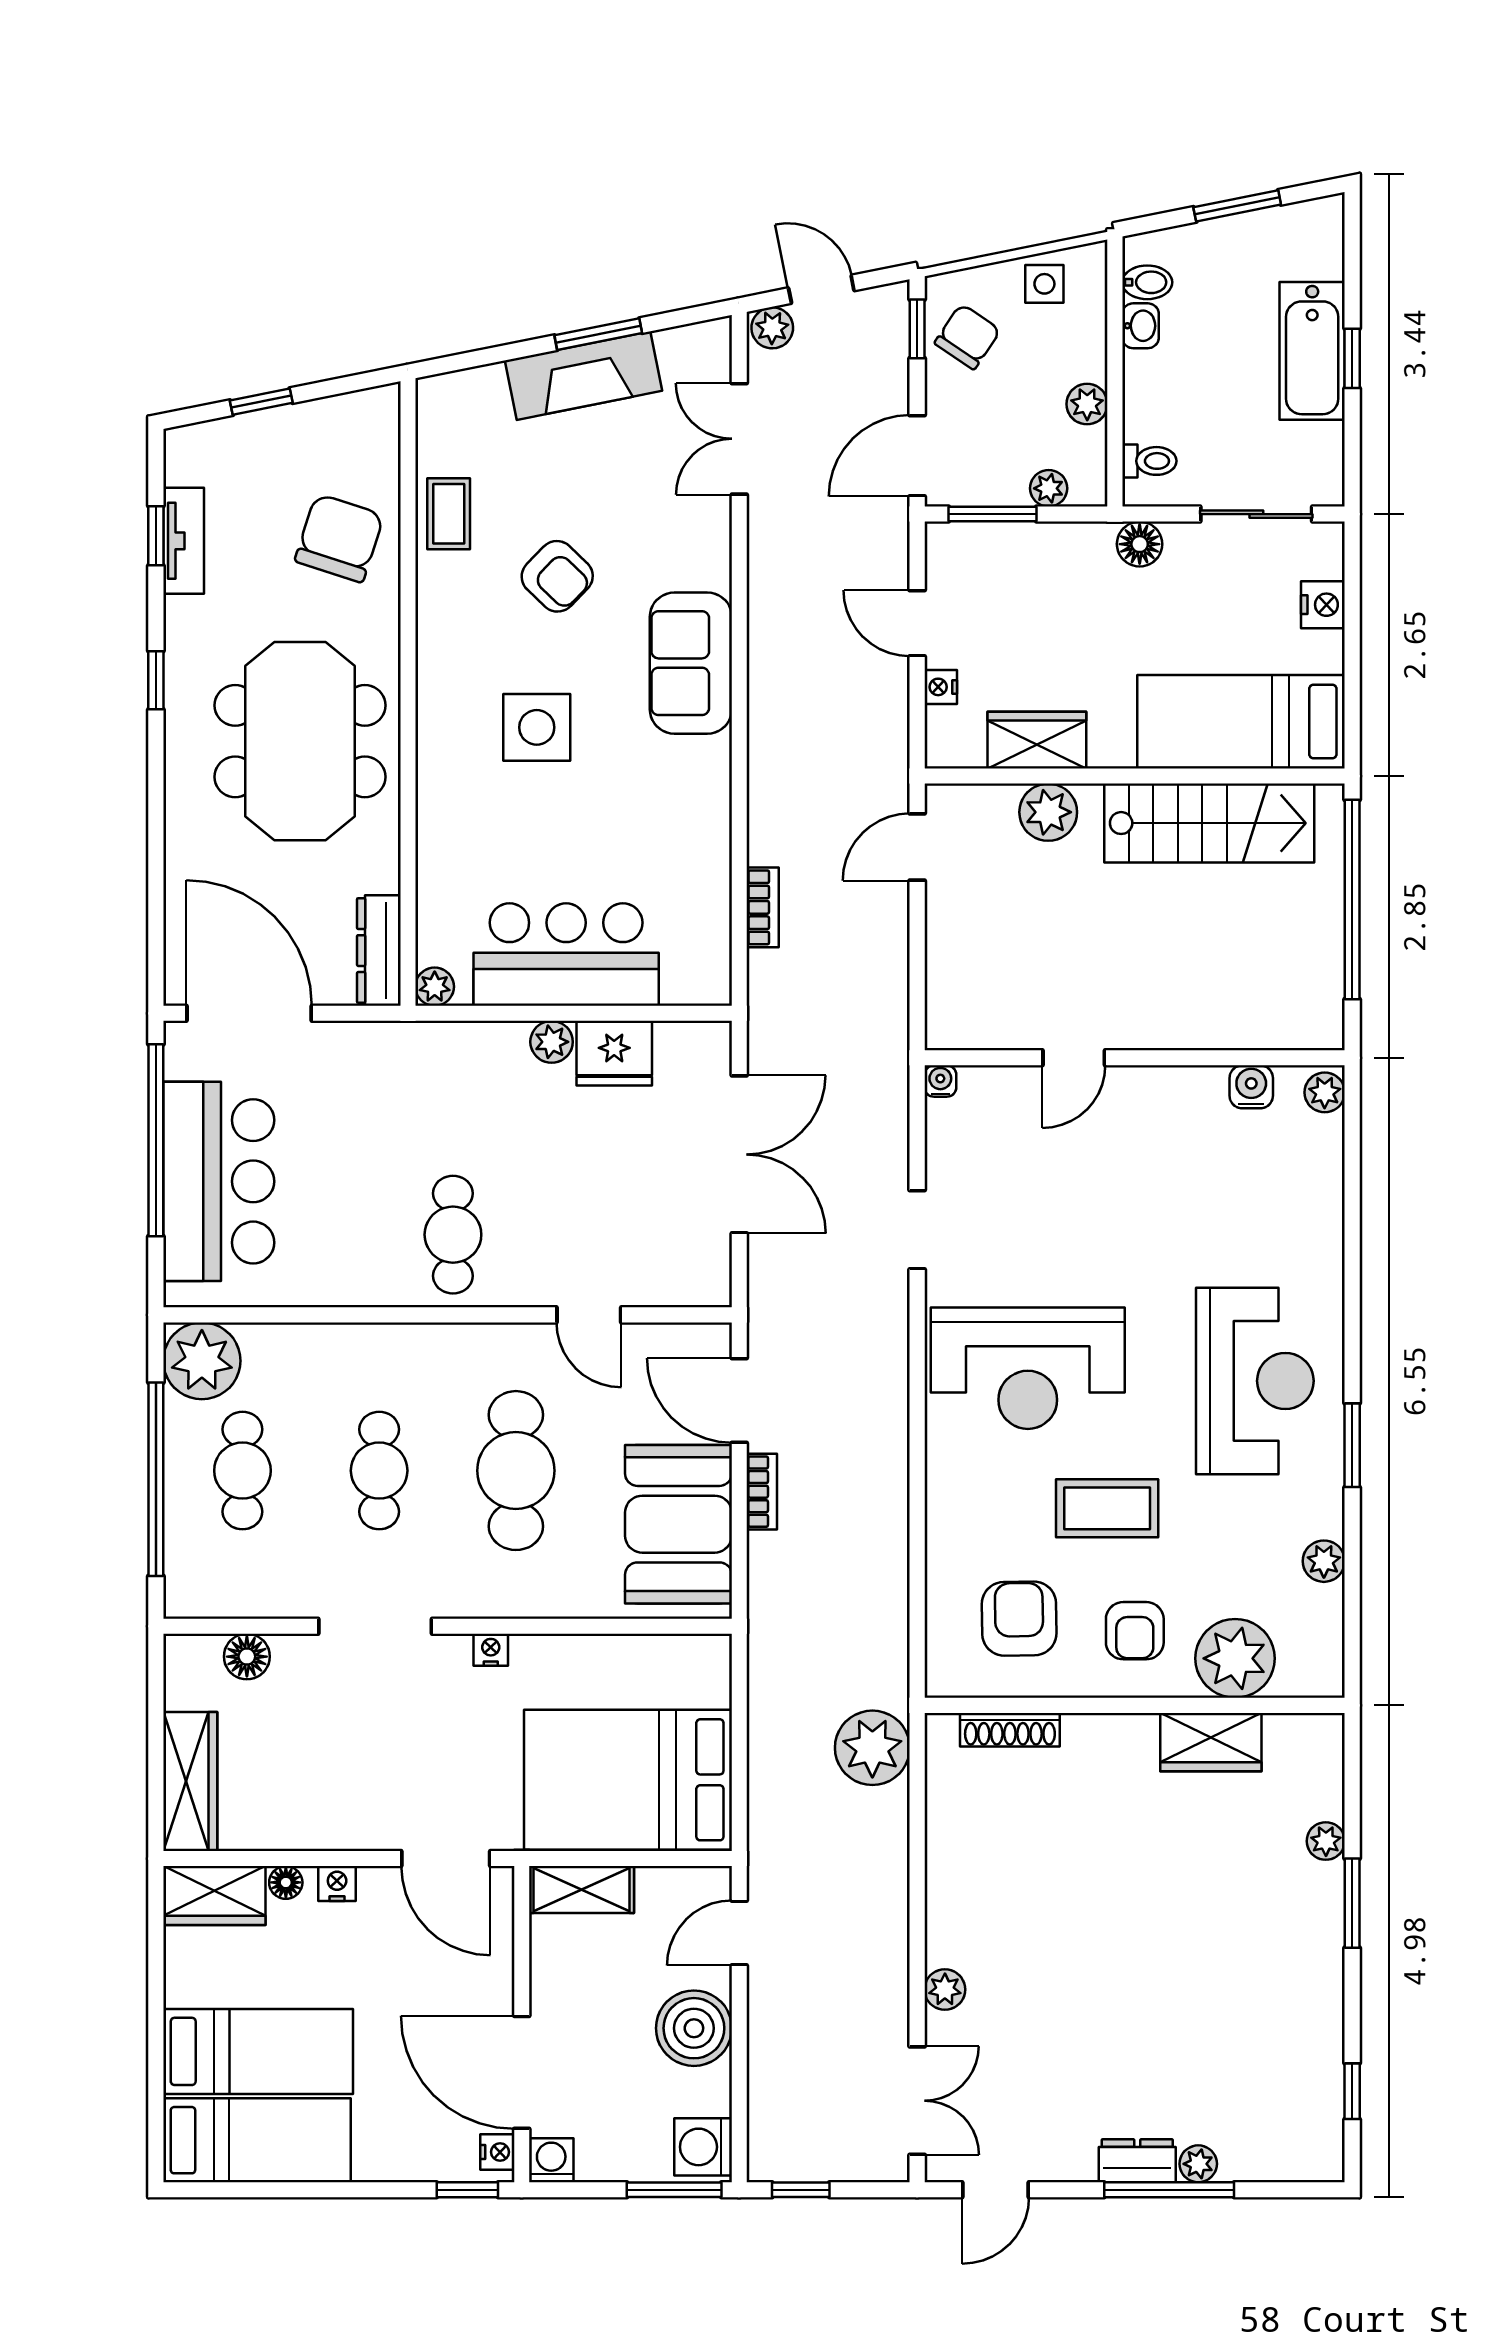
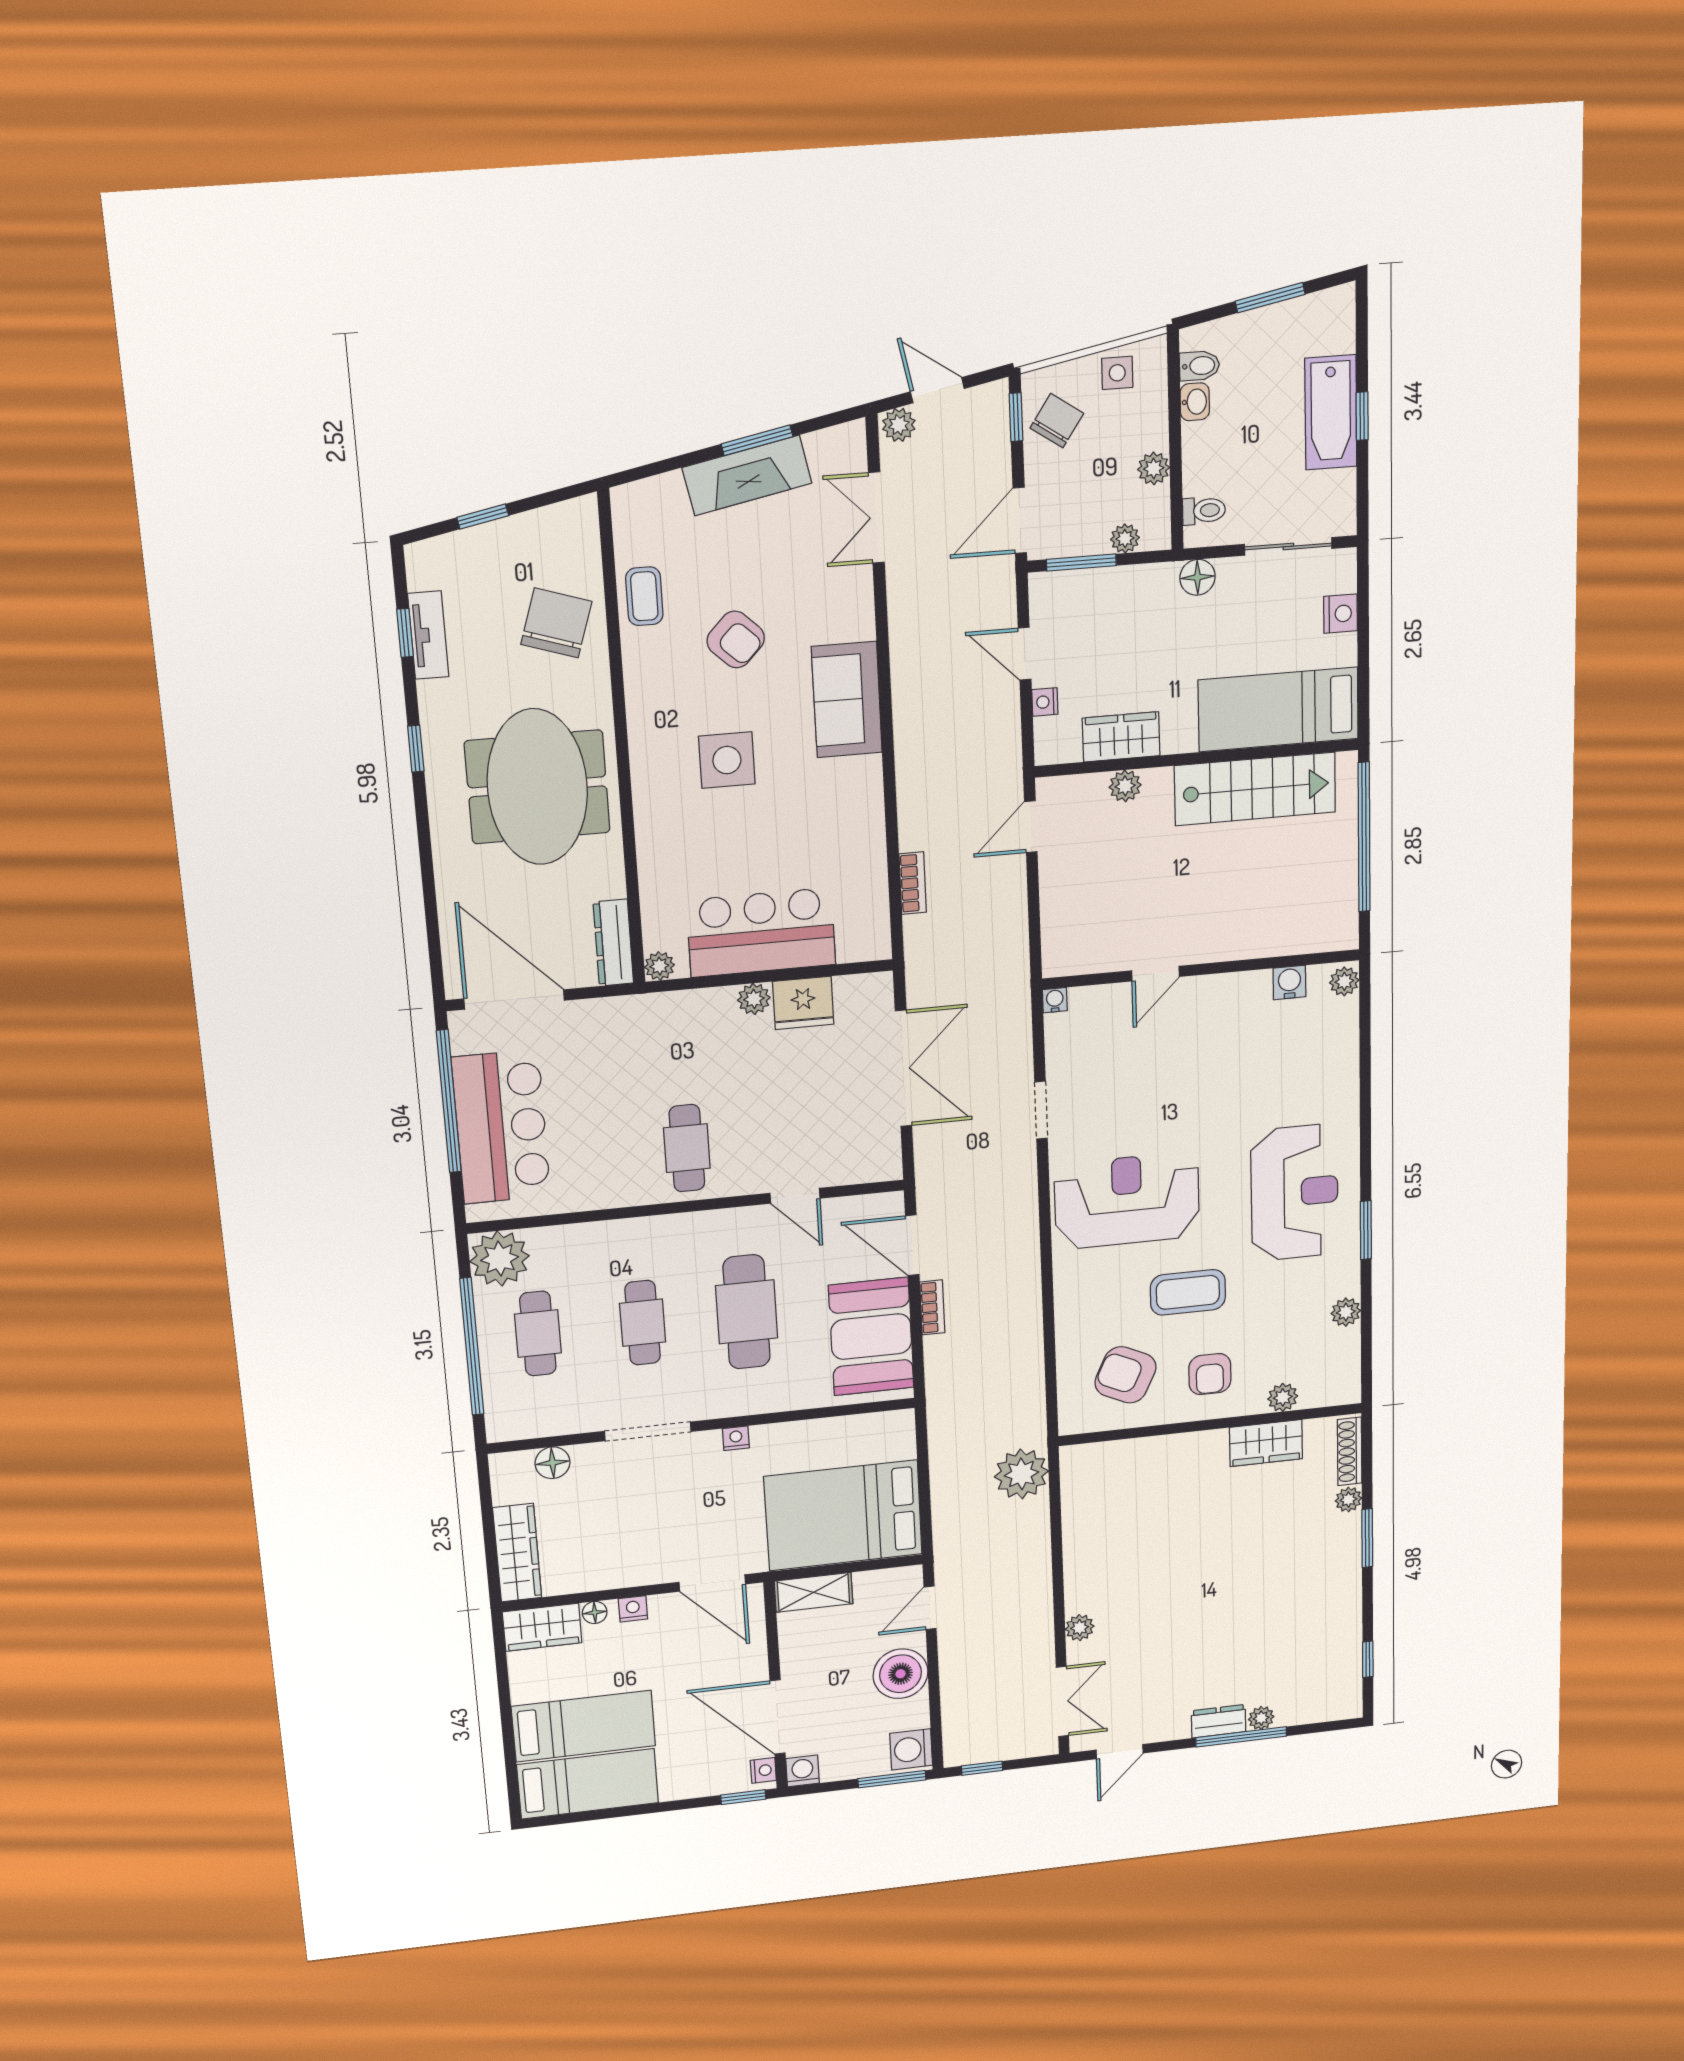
plant: (1048, 812) -> (1125, 786), width x0.73, depth x0.73
reception desk: (1028, 1368) -> (1127, 1201), turned 180
armchair: (1019, 1619) -> (1126, 1375), turned -64
plant: (1235, 1658) -> (1283, 1397), width x0.53, depth x0.53
shoe rack: (1010, 1730) -> (1350, 1451), moved, turned 90

